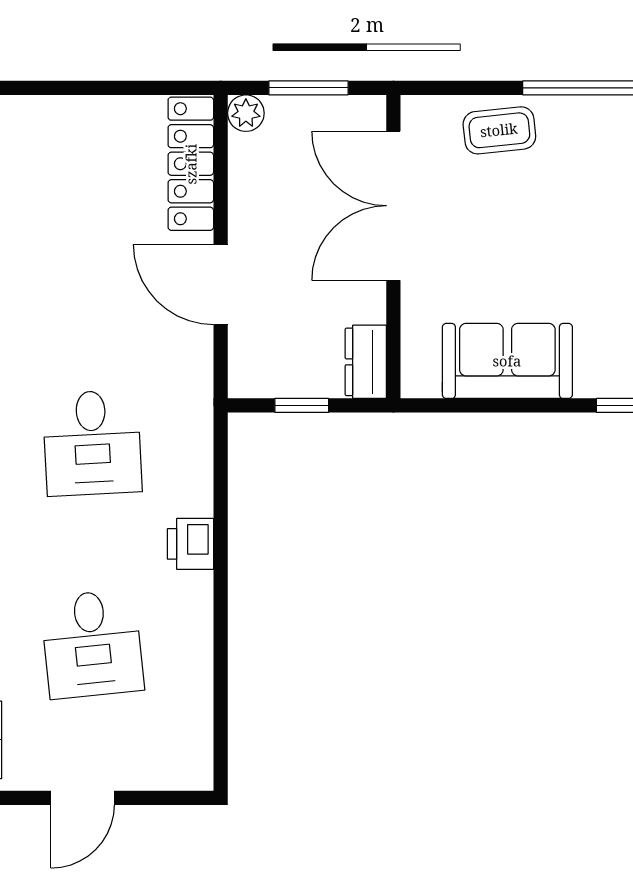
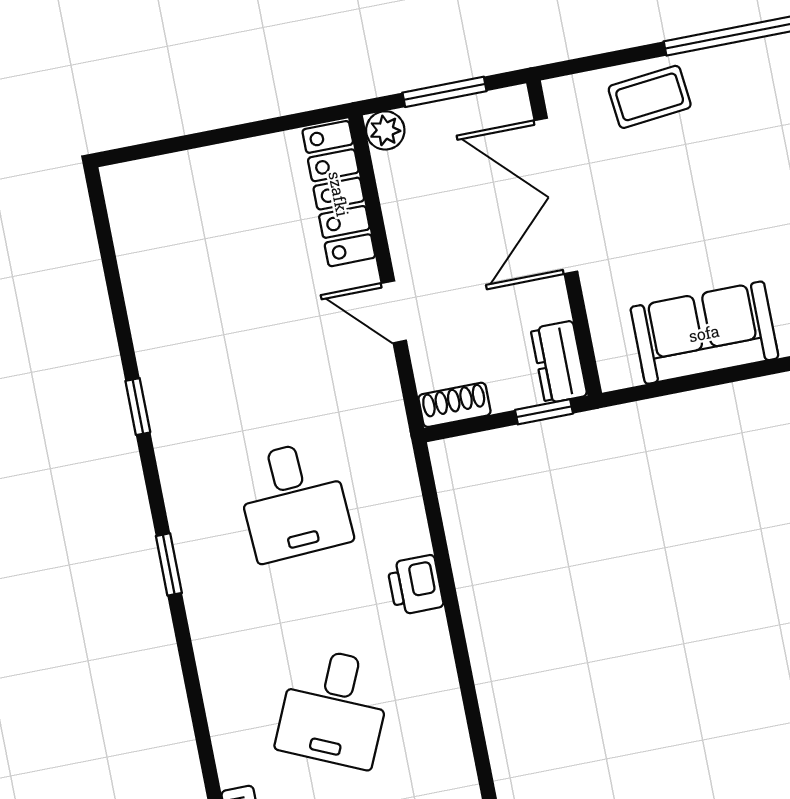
door: (221, 284) -> (394, 312), width x0.73
shoe rack: (260, 383) -> (455, 405), added
window: (302, 405) -> (544, 412), moved
desk: (92, 644) -> (334, 708), turned 30

